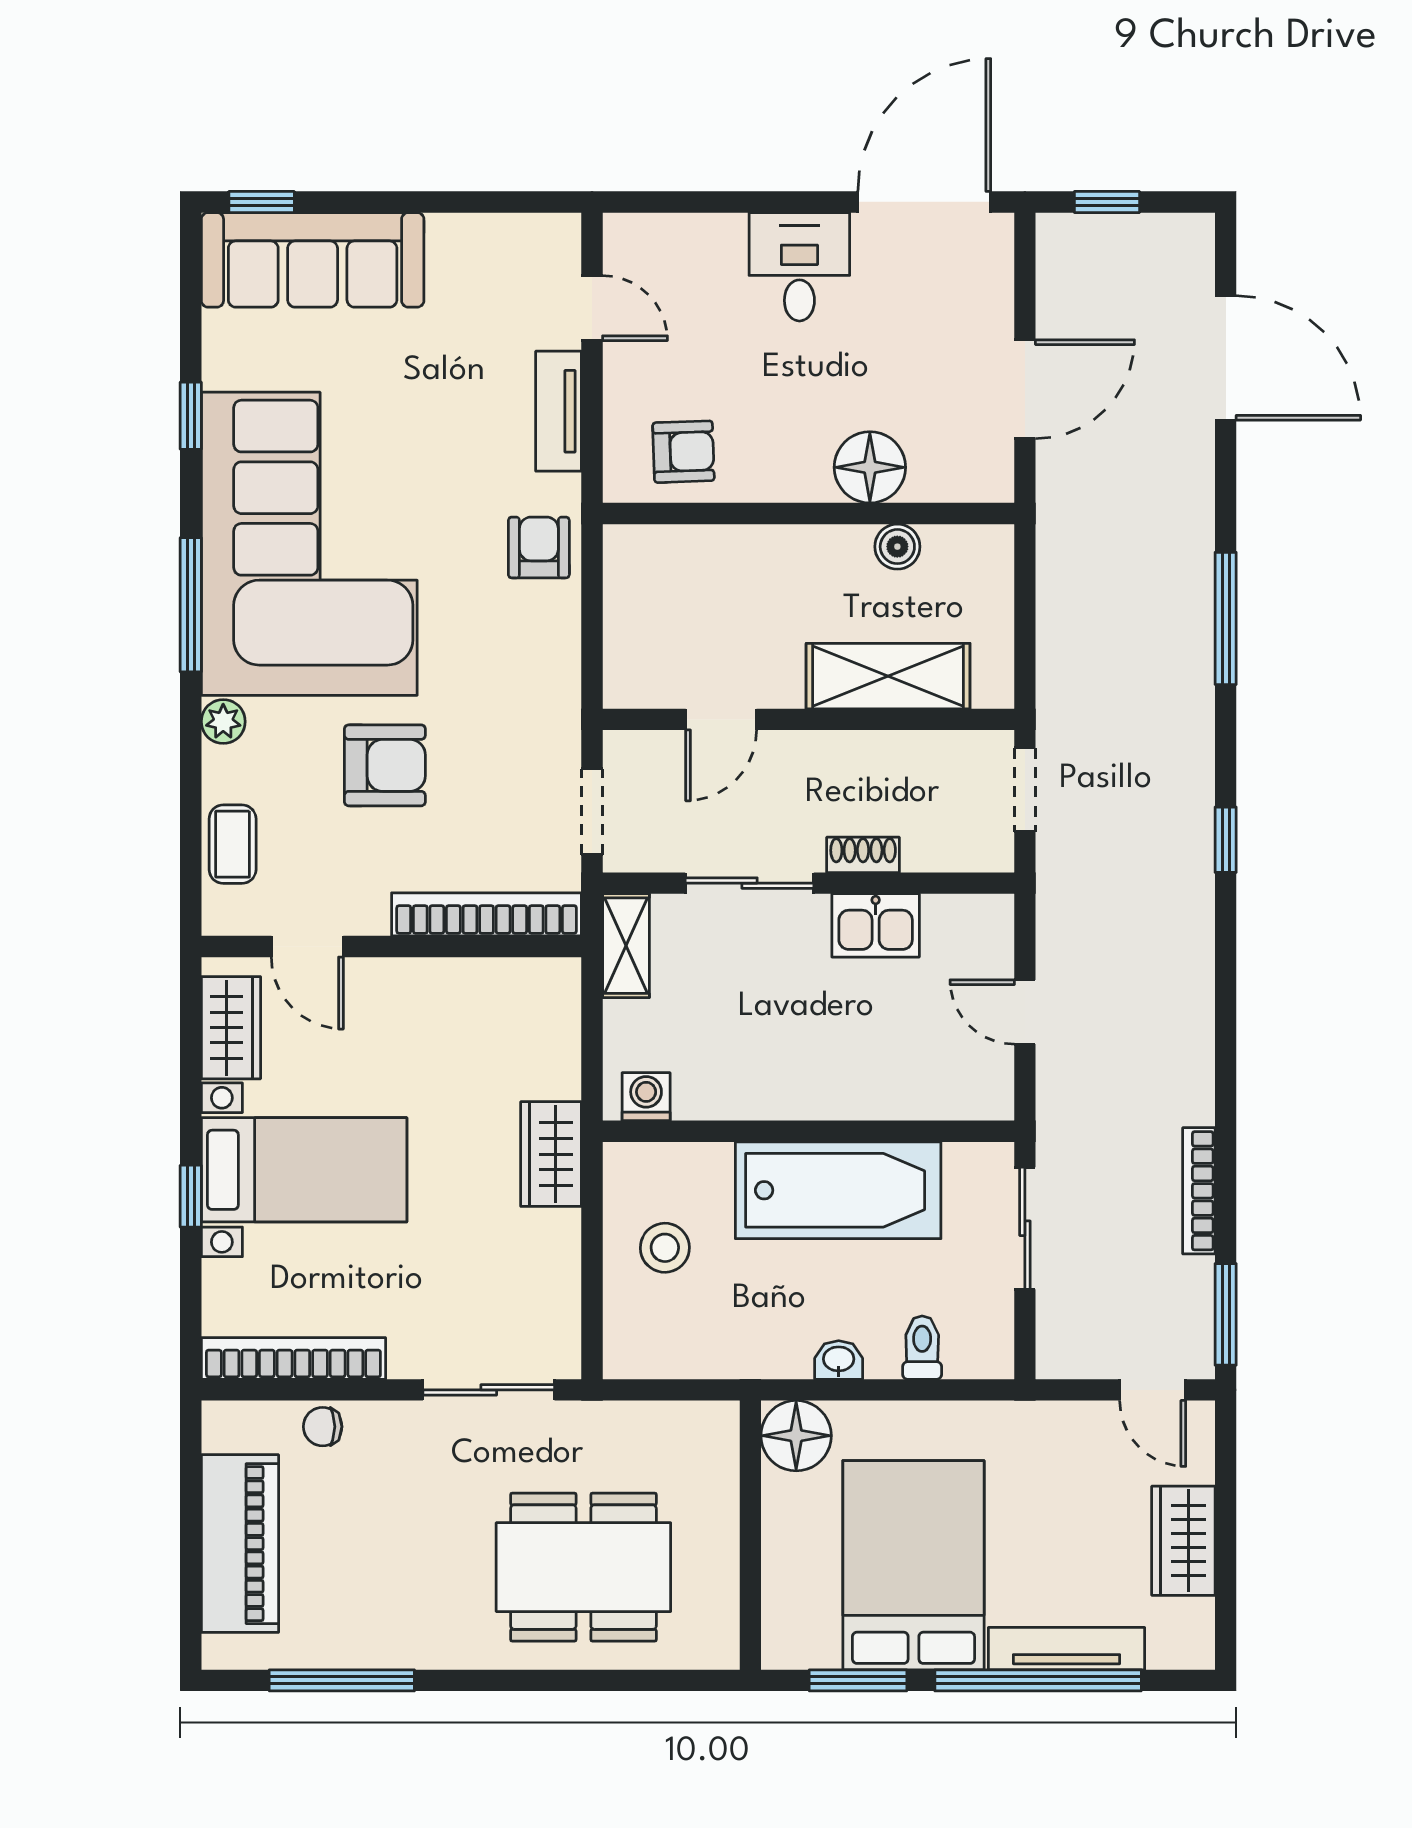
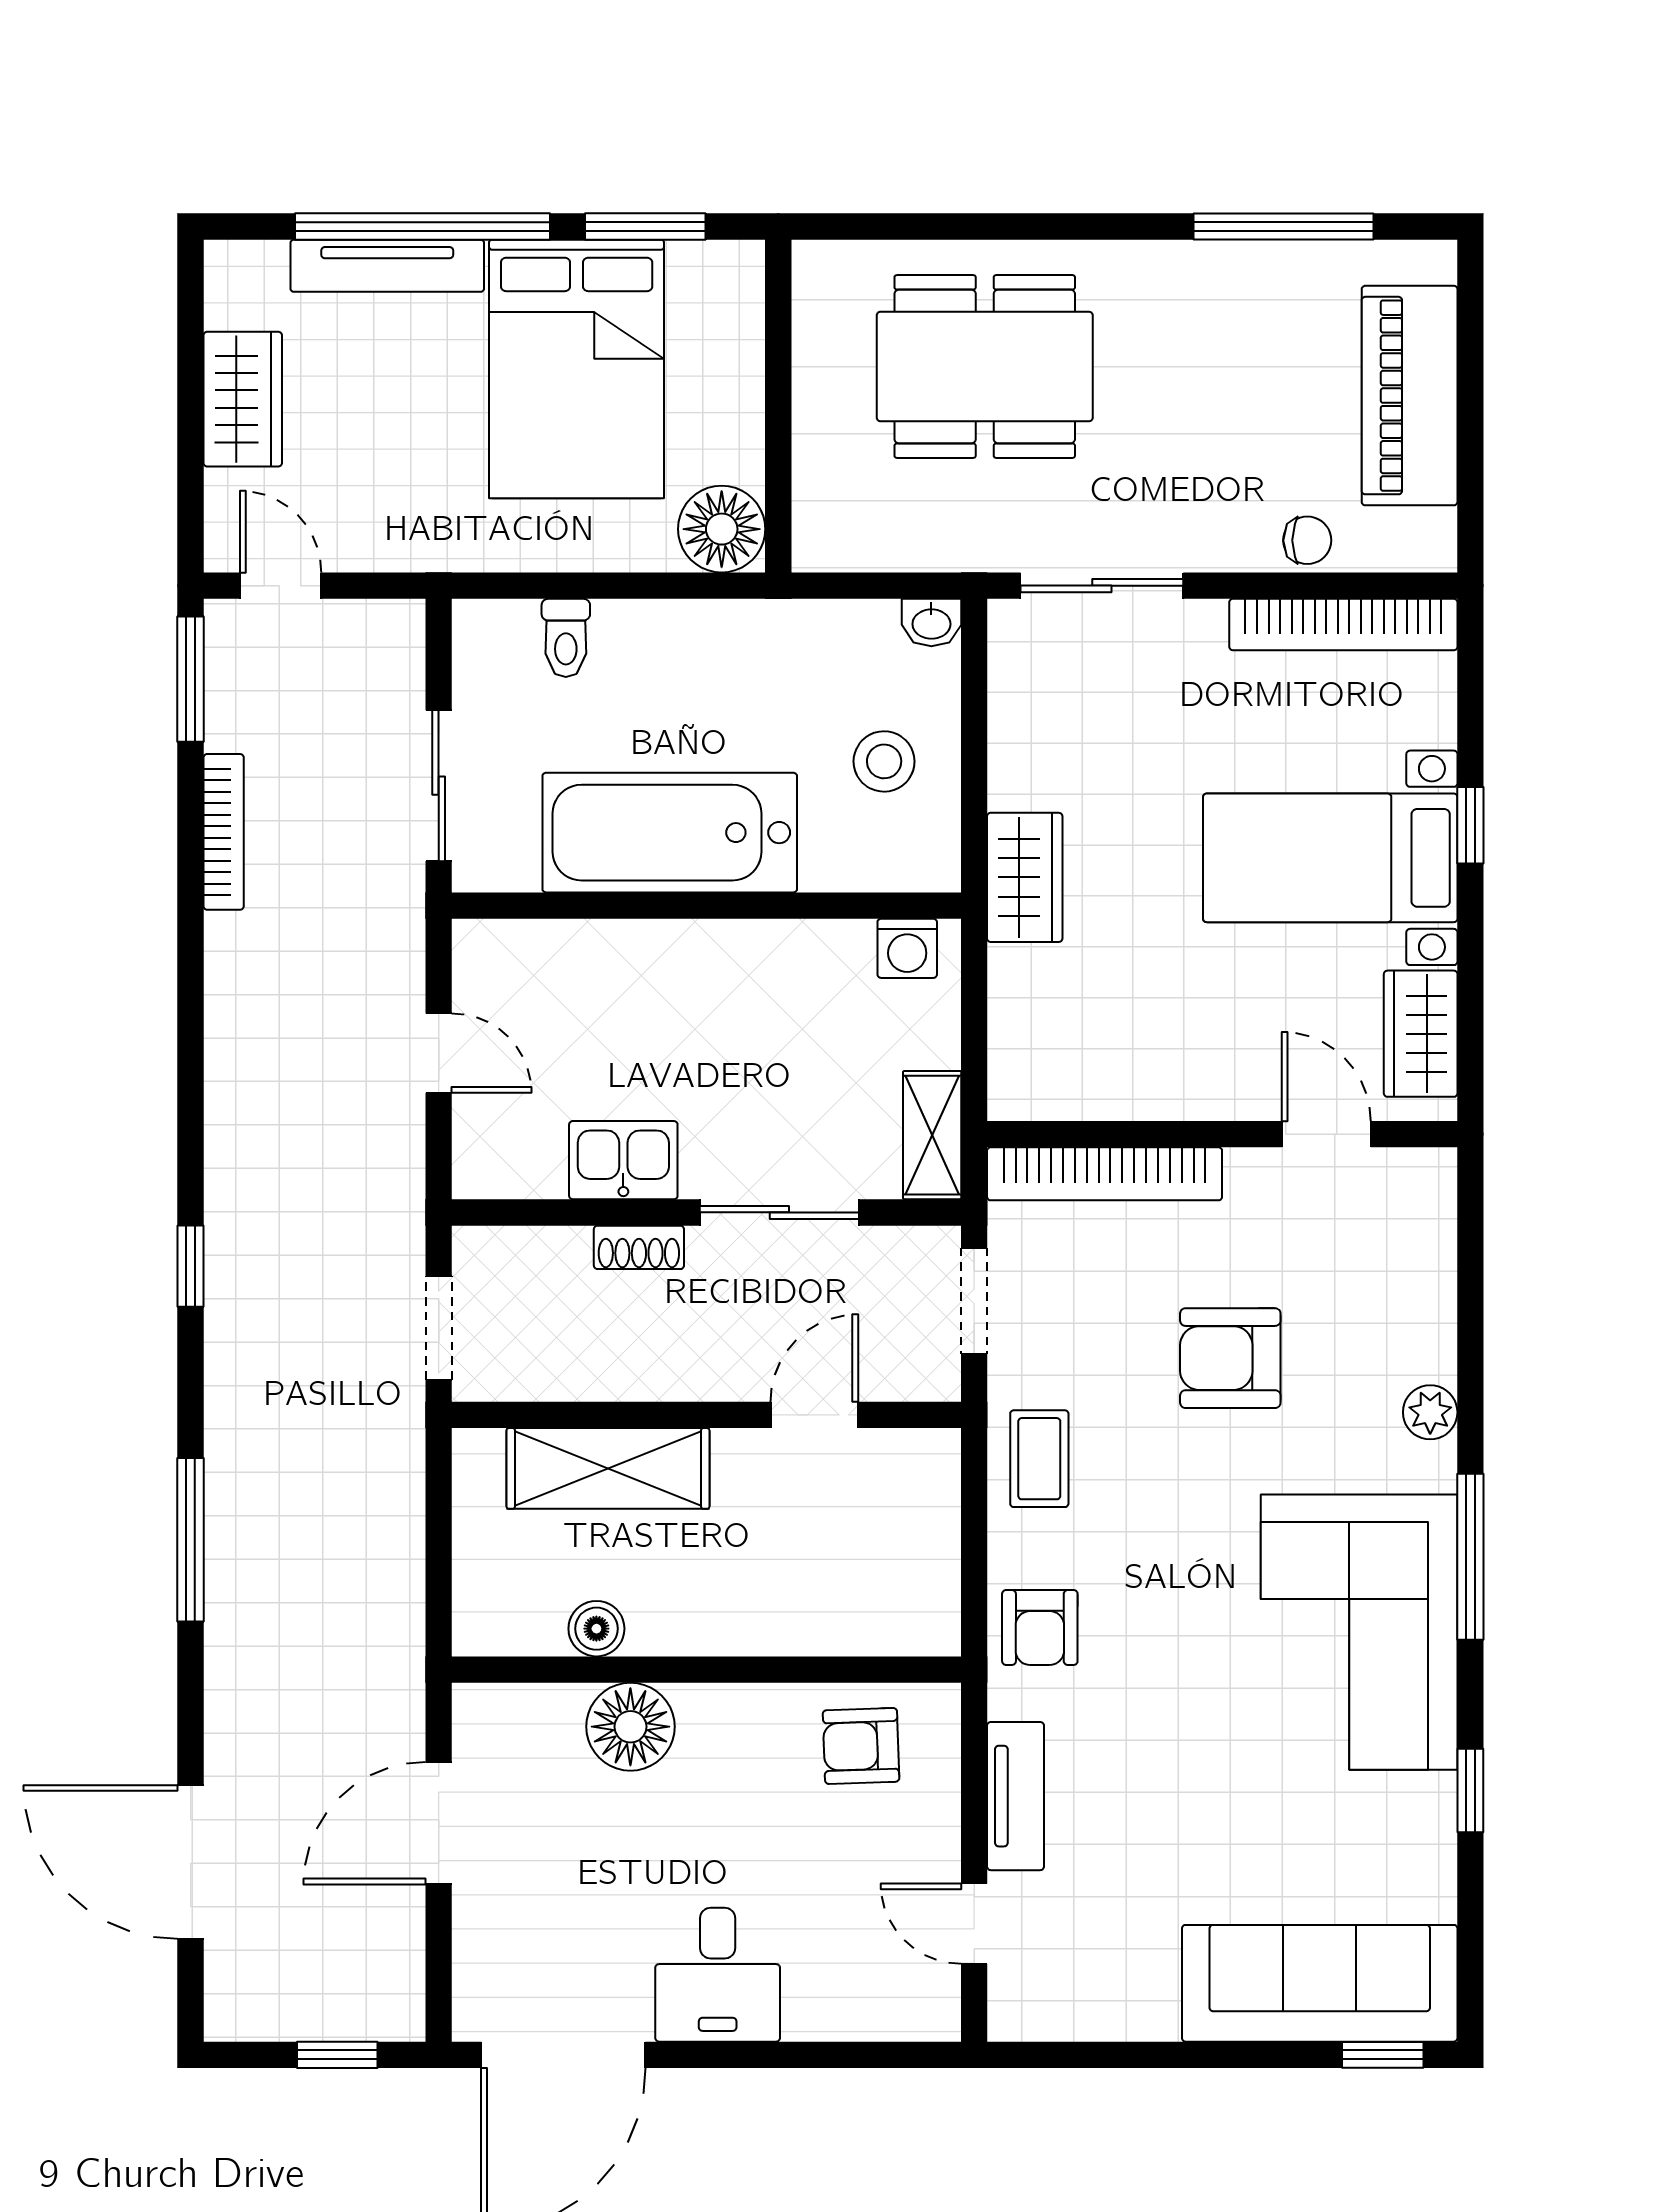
corner sofa: (309, 544) -> (1359, 1632), width x0.73, depth x0.74
coffee table: (233, 844) -> (1039, 1459), moved
washbasin: (839, 1360) -> (931, 623), moved

